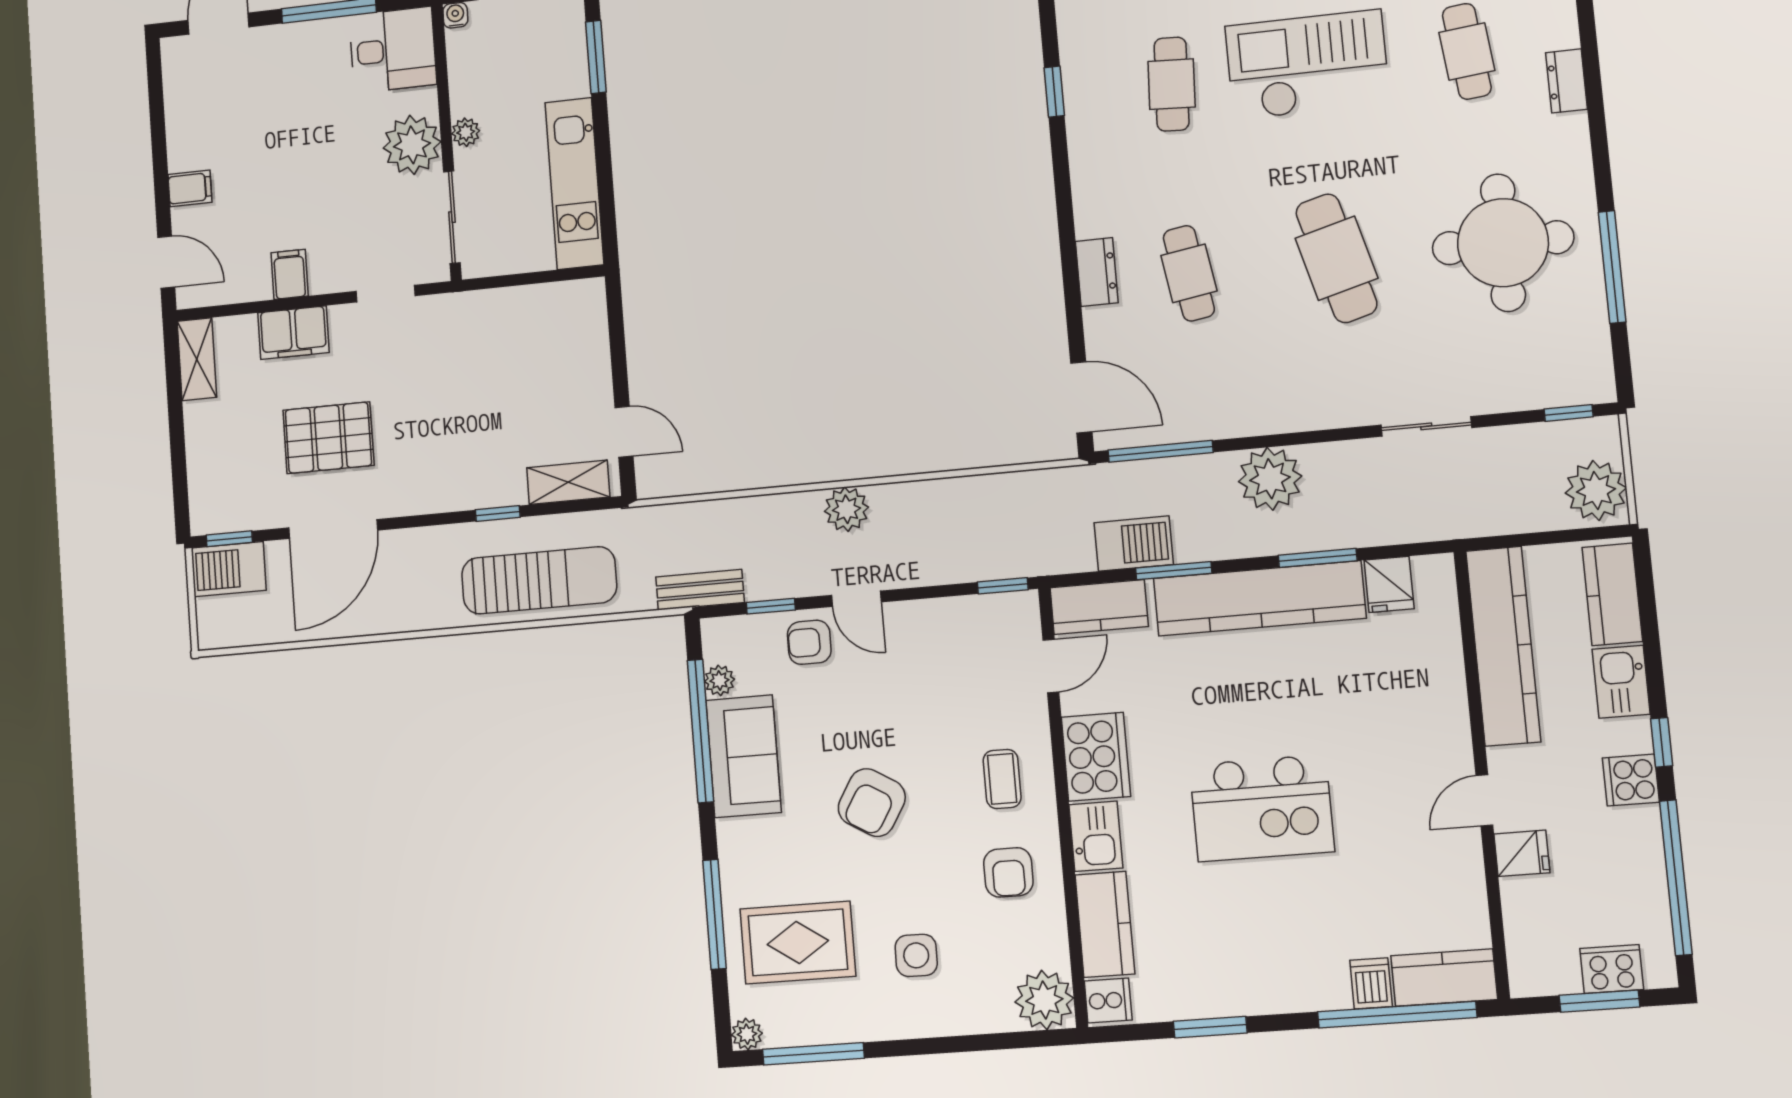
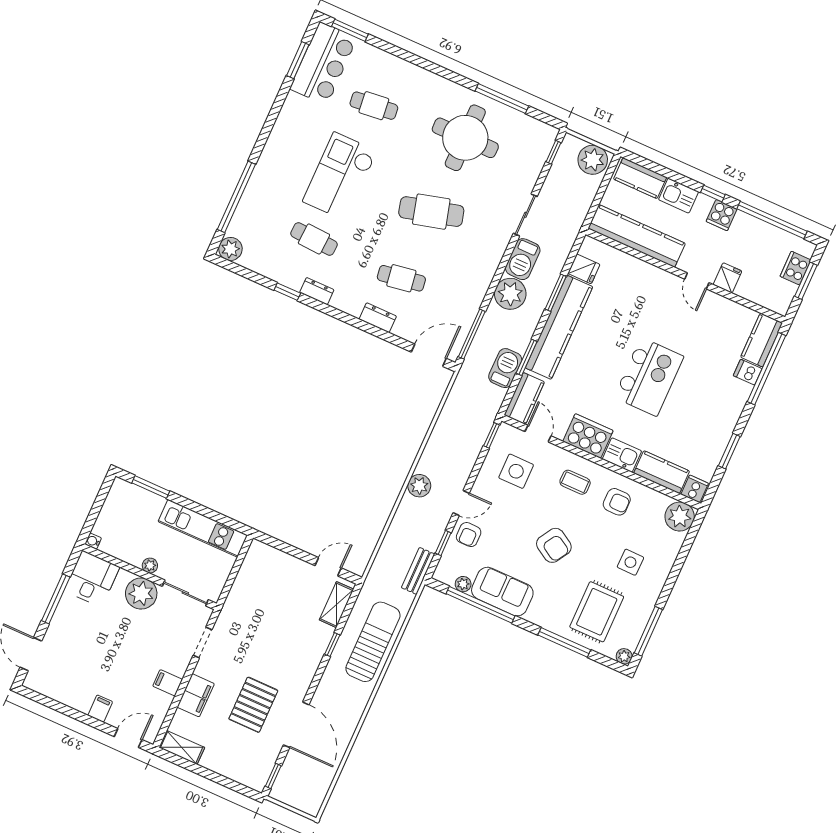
dresser: (1566, 81) -> (317, 291), moved, turned 180
barbecue: (229, 569) -> (523, 259), moved
side table: (964, 664) -> (516, 471), added

